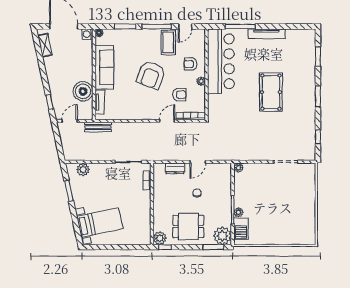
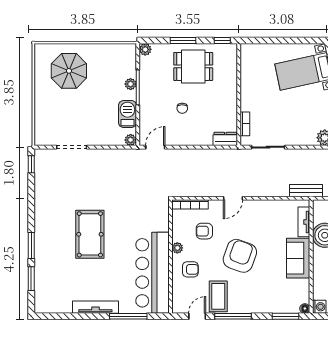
window: (125, 27) -> (285, 316), moved
sofa: (104, 67) -> (298, 258), width x0.73
window: (318, 96) -> (31, 245), moved
door: (167, 121) -> (233, 198), moved
window: (318, 137) -> (31, 164), moved
door: (198, 162) -> (155, 147), moved
dresser: (175, 168) -> (225, 139), moved
parasol: (288, 223) -> (69, 71), added
barbecue: (241, 229) -> (127, 114), moved
plant: (222, 236) -> (145, 49), width x0.53, depth x0.53
plant: (160, 238) -> (229, 52), removed
window: (213, 247) -> (183, 41), moved

